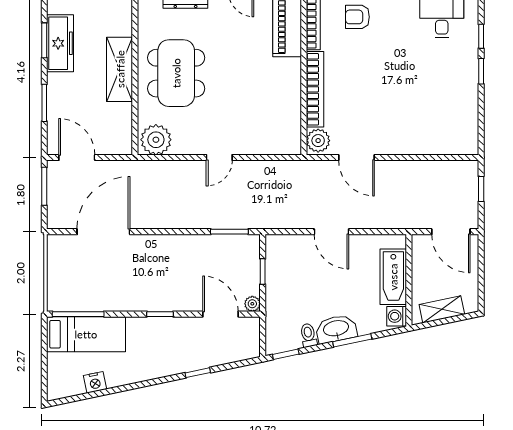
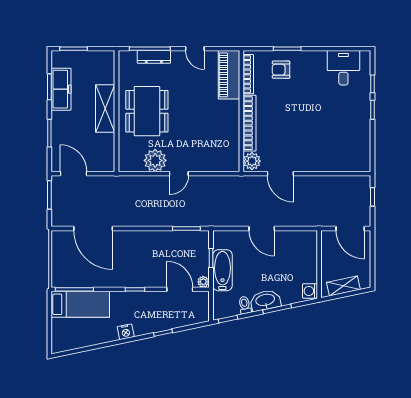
plant: (156, 140) -> (155, 160), moved
door: (103, 232) -> (93, 228), swing flipped
bathtub: (393, 277) -> (222, 270), moved, turned 180
nightstand: (95, 382) -> (126, 332), moved

